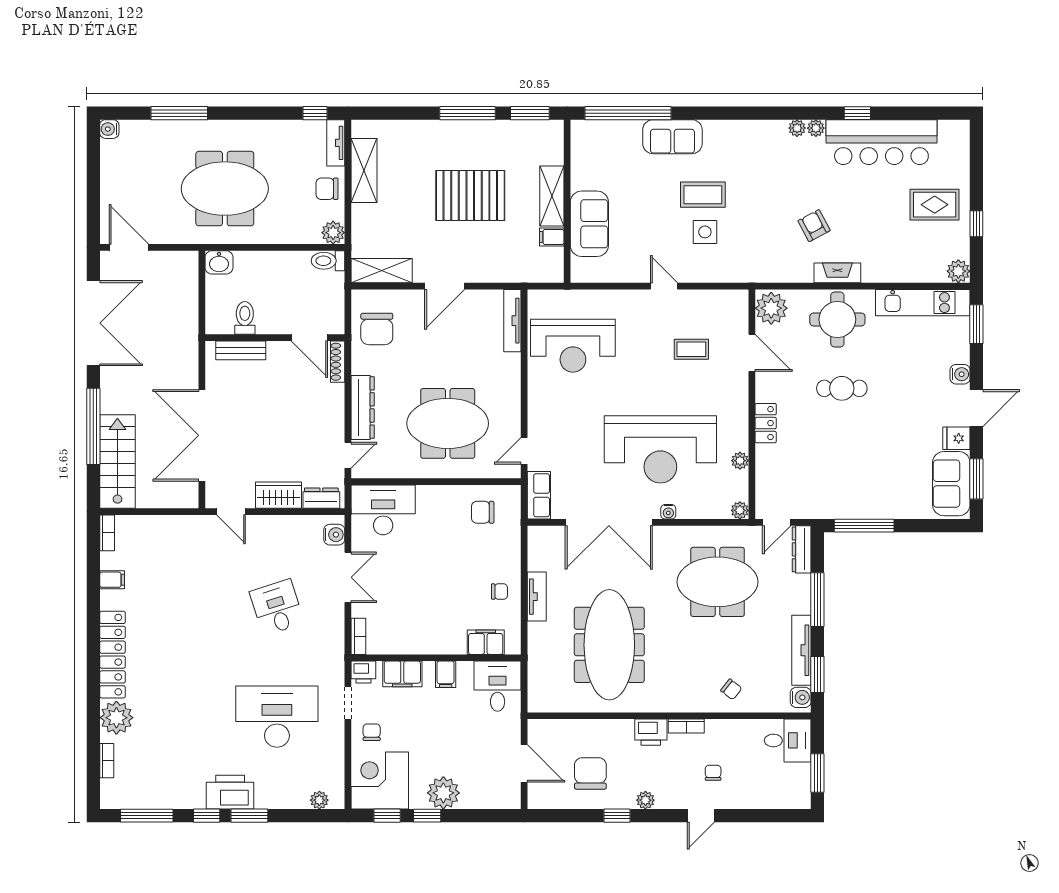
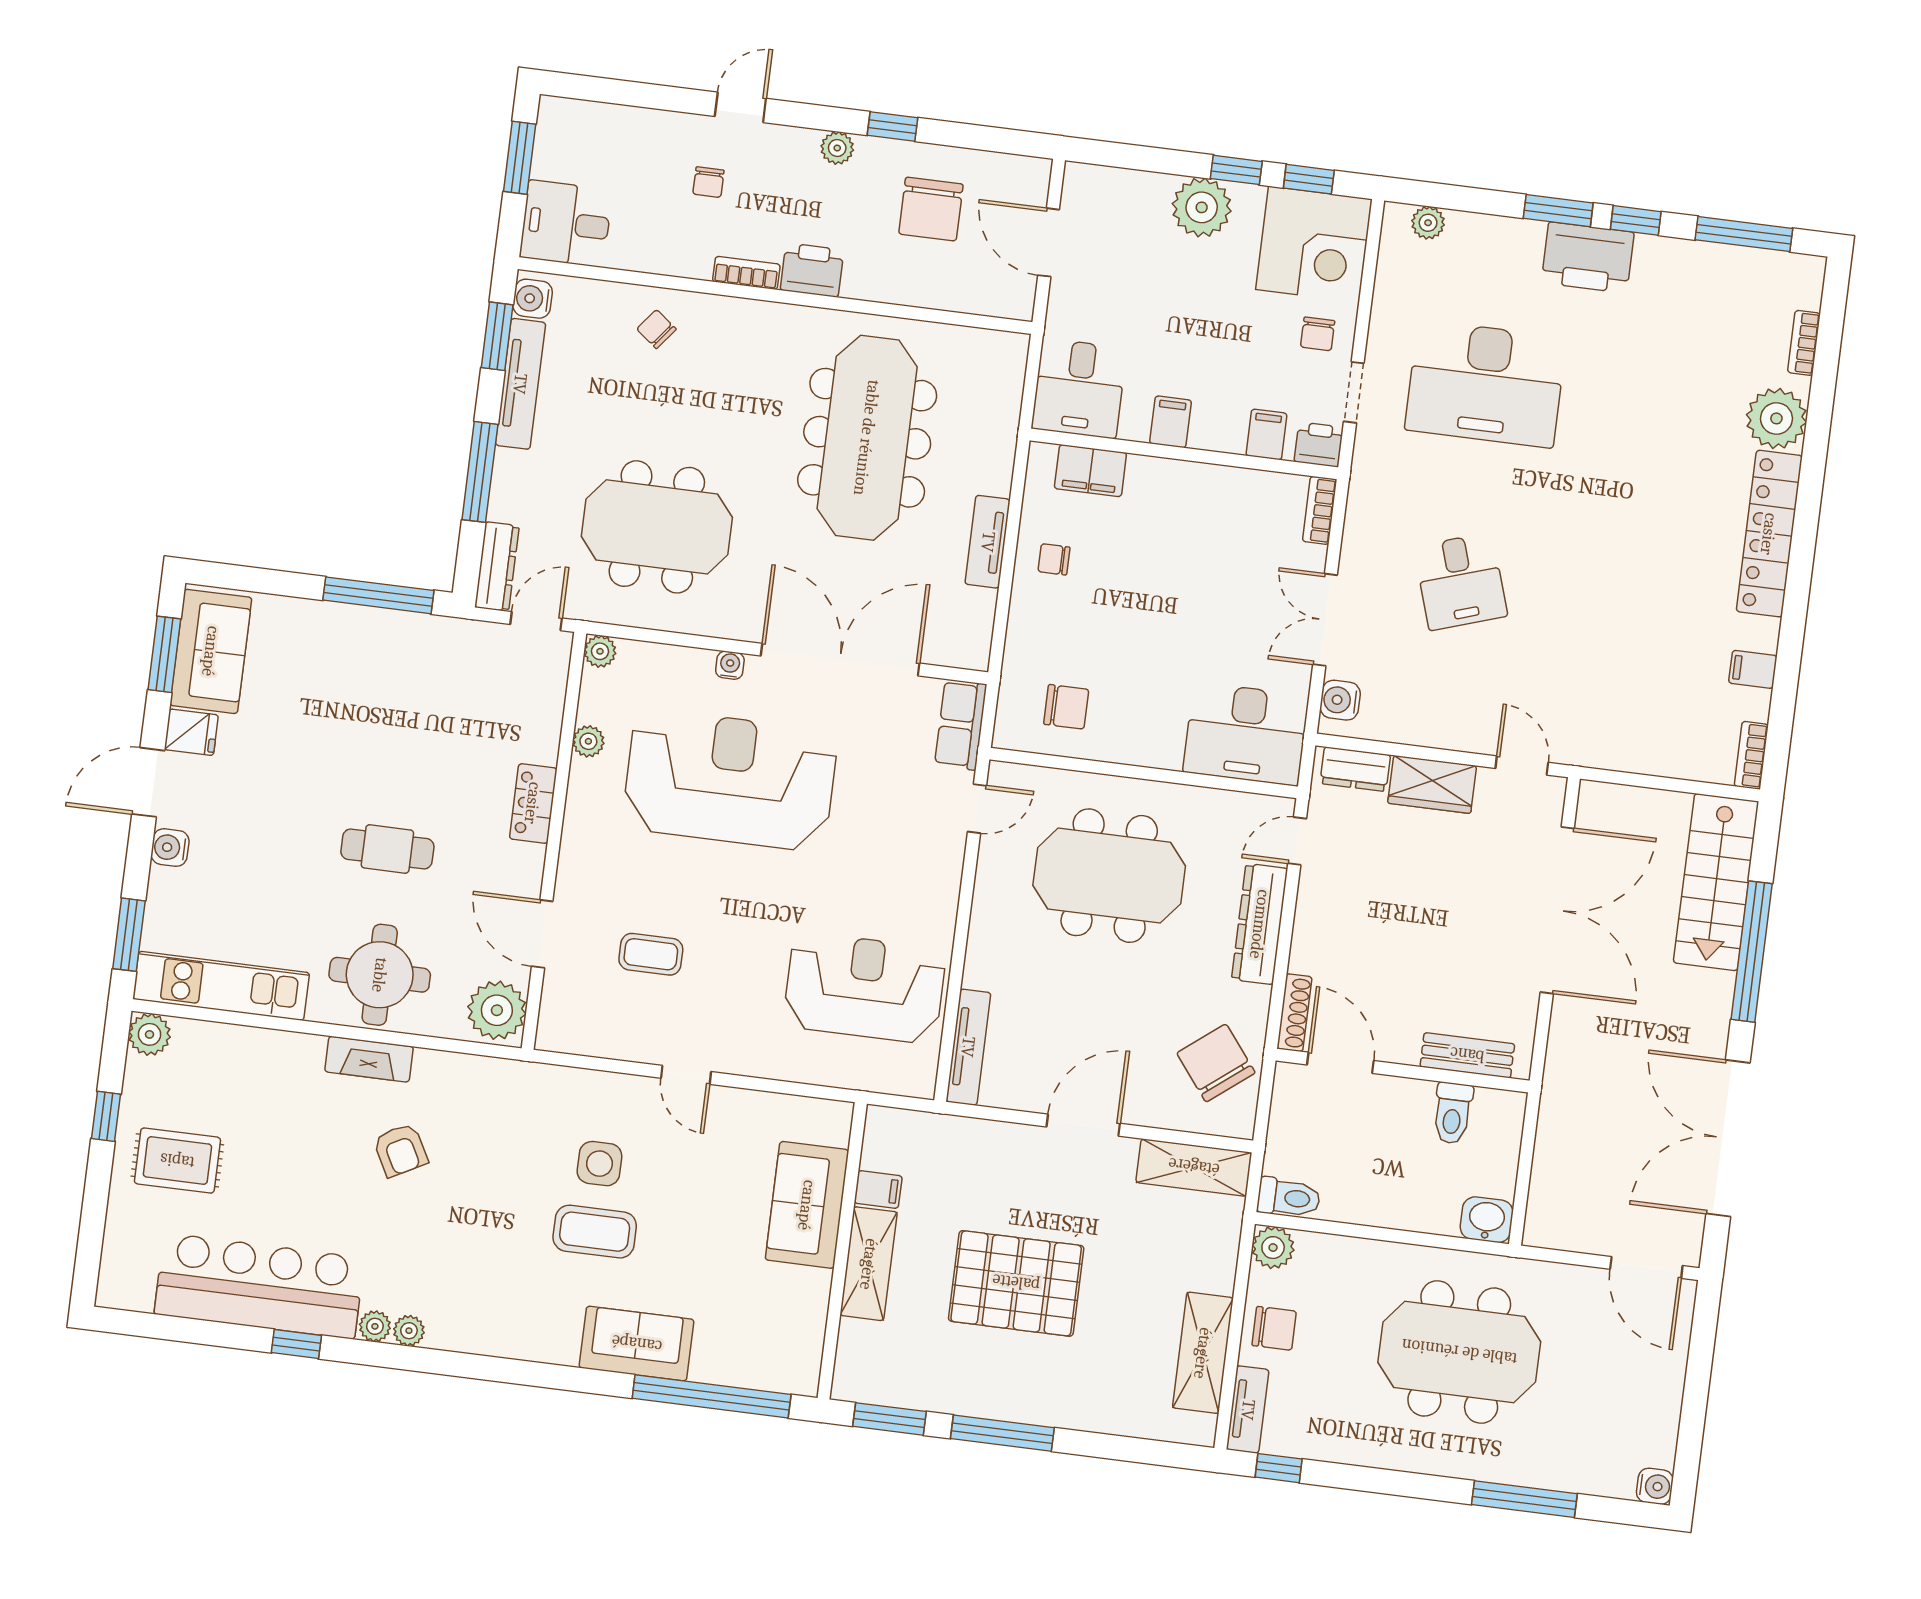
chair: (377, 329) -> (1216, 1063), turned -38
filing cabinet: (402, 674) -> (1266, 434), width x0.50

